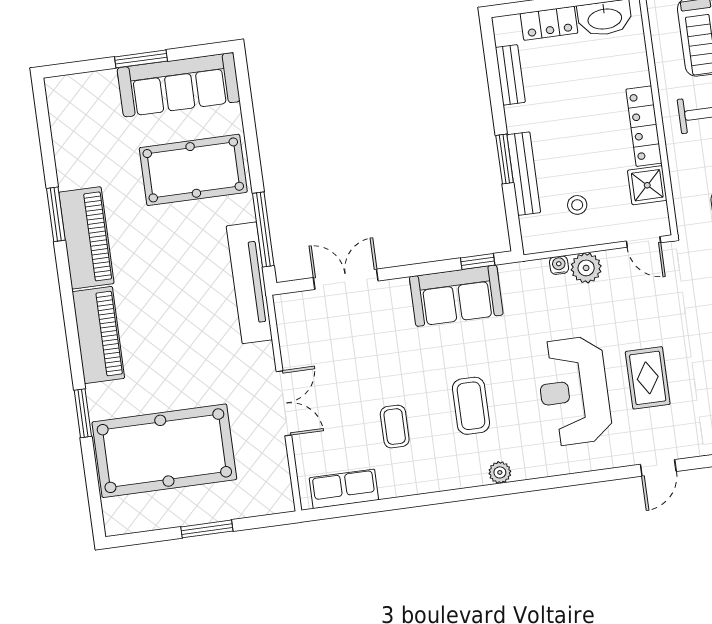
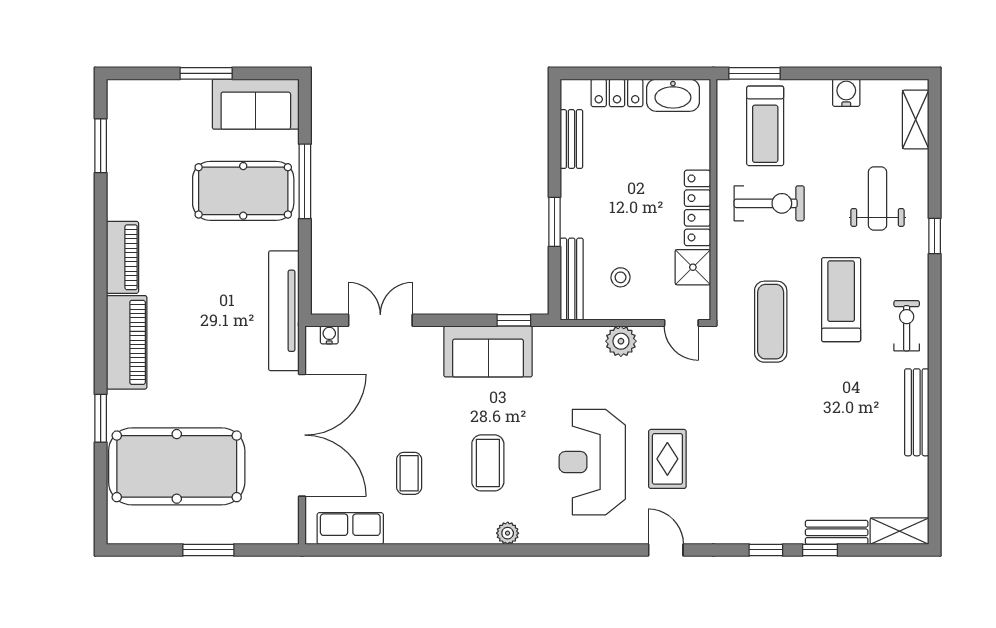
sofa: (179, 85) -> (256, 104), width x0.73
bench: (524, 174) -> (572, 279), moved
window: (56, 214) -> (101, 146), moved
window: (263, 229) -> (305, 181), moved
piano: (86, 238) -> (122, 257), width x0.73, depth x0.75
water cooler: (559, 265) -> (329, 335), moved
double door: (284, 403) -> (302, 435), width x1.87
door: (658, 468) -> (666, 550), swing flipped

